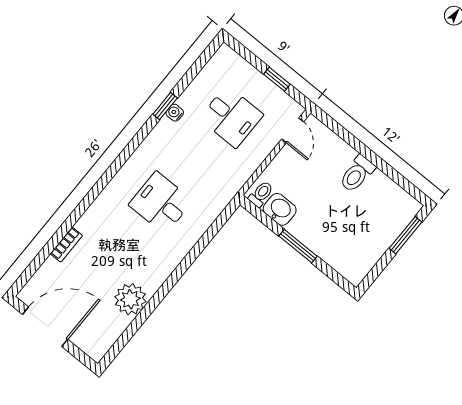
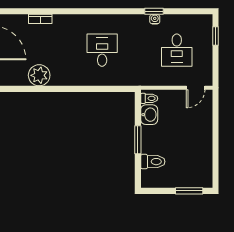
window: (277, 79) -> (216, 36), moved
toilet: (357, 174) -> (153, 162), moved, turned 180

